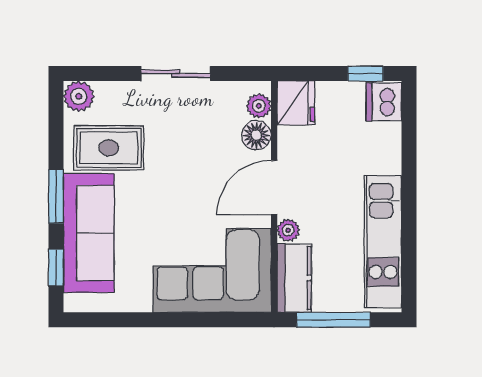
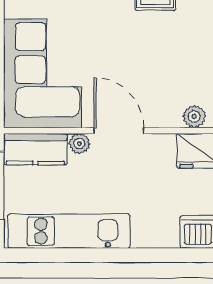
floor lamp: (256, 135) -> (167, 114), removed

